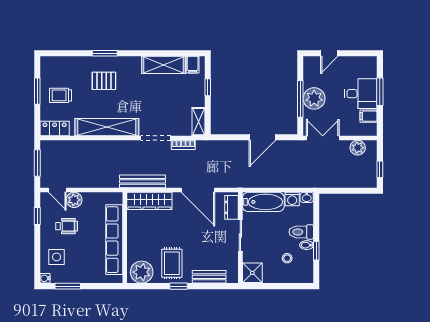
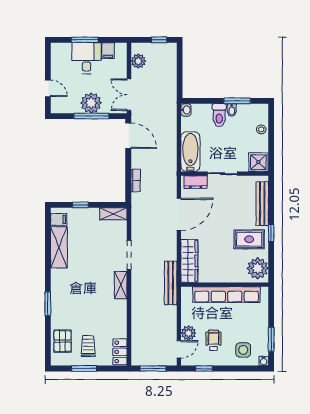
pallet: (104, 81) -> (63, 341), moved
trolley: (61, 95) -> (88, 346), turned 180
shelving: (107, 127) -> (121, 285), width x0.45, depth x0.75
door: (262, 137) -> (128, 136), moved
bookcase: (183, 145) -> (136, 180), moved
bench: (142, 181) -> (171, 283), moved
washing machine: (292, 199) -> (188, 124), removed
window: (316, 251) -> (237, 101), width x1.50
stool: (287, 258) -> (261, 129), moved
bench: (209, 277) -> (262, 204), width x1.36

